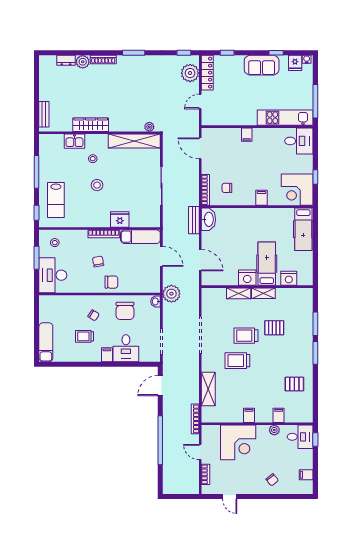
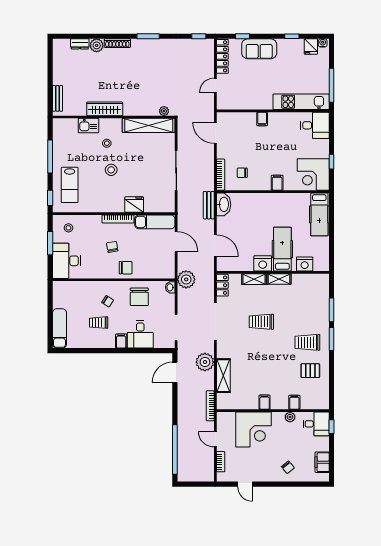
sofa: (262, 65) -> (259, 49), moved
plant: (190, 73) -> (205, 362), moved
locker: (207, 299) -> (222, 285), added
pallet: (274, 328) -> (290, 314), removed
trolley: (237, 361) -> (307, 342), moved
window: (160, 440) -> (175, 450), moved
filing cabinet: (306, 475) -> (322, 462), width x2.00

